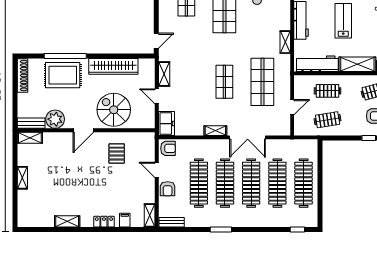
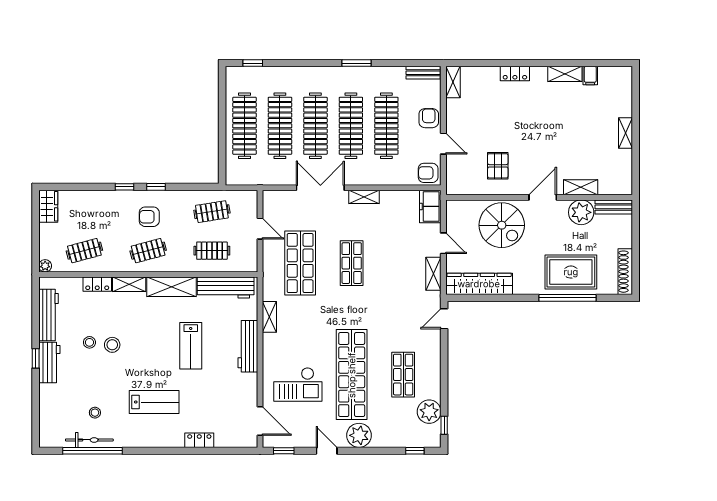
wardrobe: (113, 66) -> (479, 284), moved
door: (292, 107) -> (260, 229), swing flipped
shelving: (30, 138) -> (581, 187), moved
filing cabinet: (125, 220) -> (590, 76), moved

